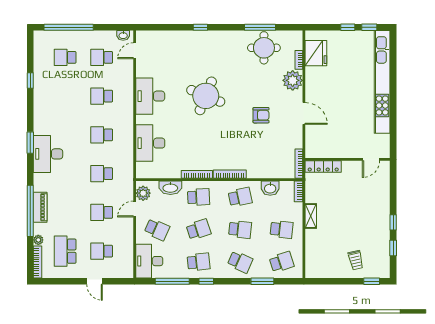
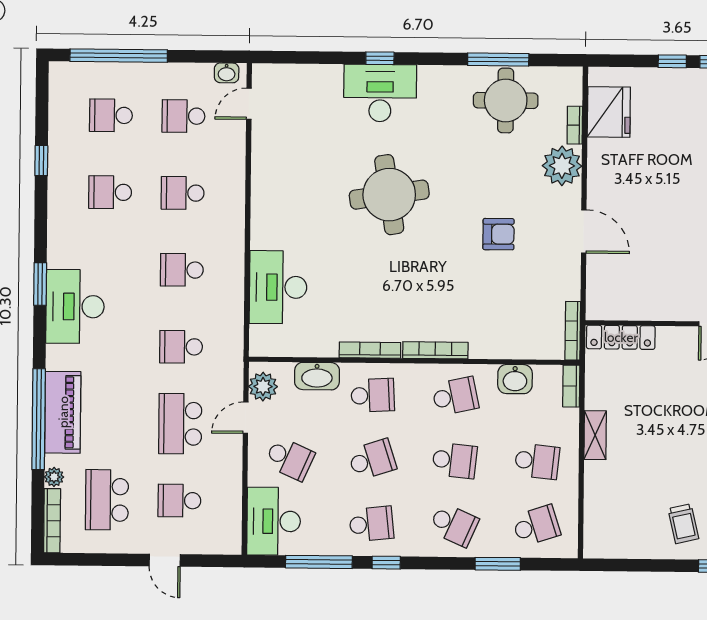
school desk: (65, 96) -> (110, 192), added
desk: (150, 96) -> (380, 93), moved, turned 90
round table: (206, 96) -> (389, 195), turned -31
piano: (40, 207) -> (63, 412), width x1.37, depth x1.33
school desk: (102, 212) -> (180, 424), width x1.85

